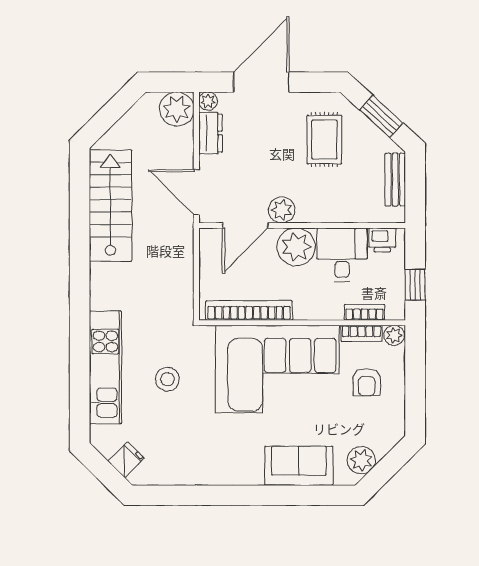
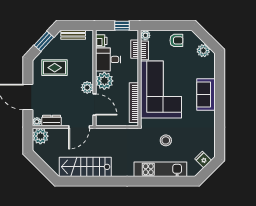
armchair: (367, 382) -> (176, 40), moved
sofa: (299, 466) -> (206, 94), moved

